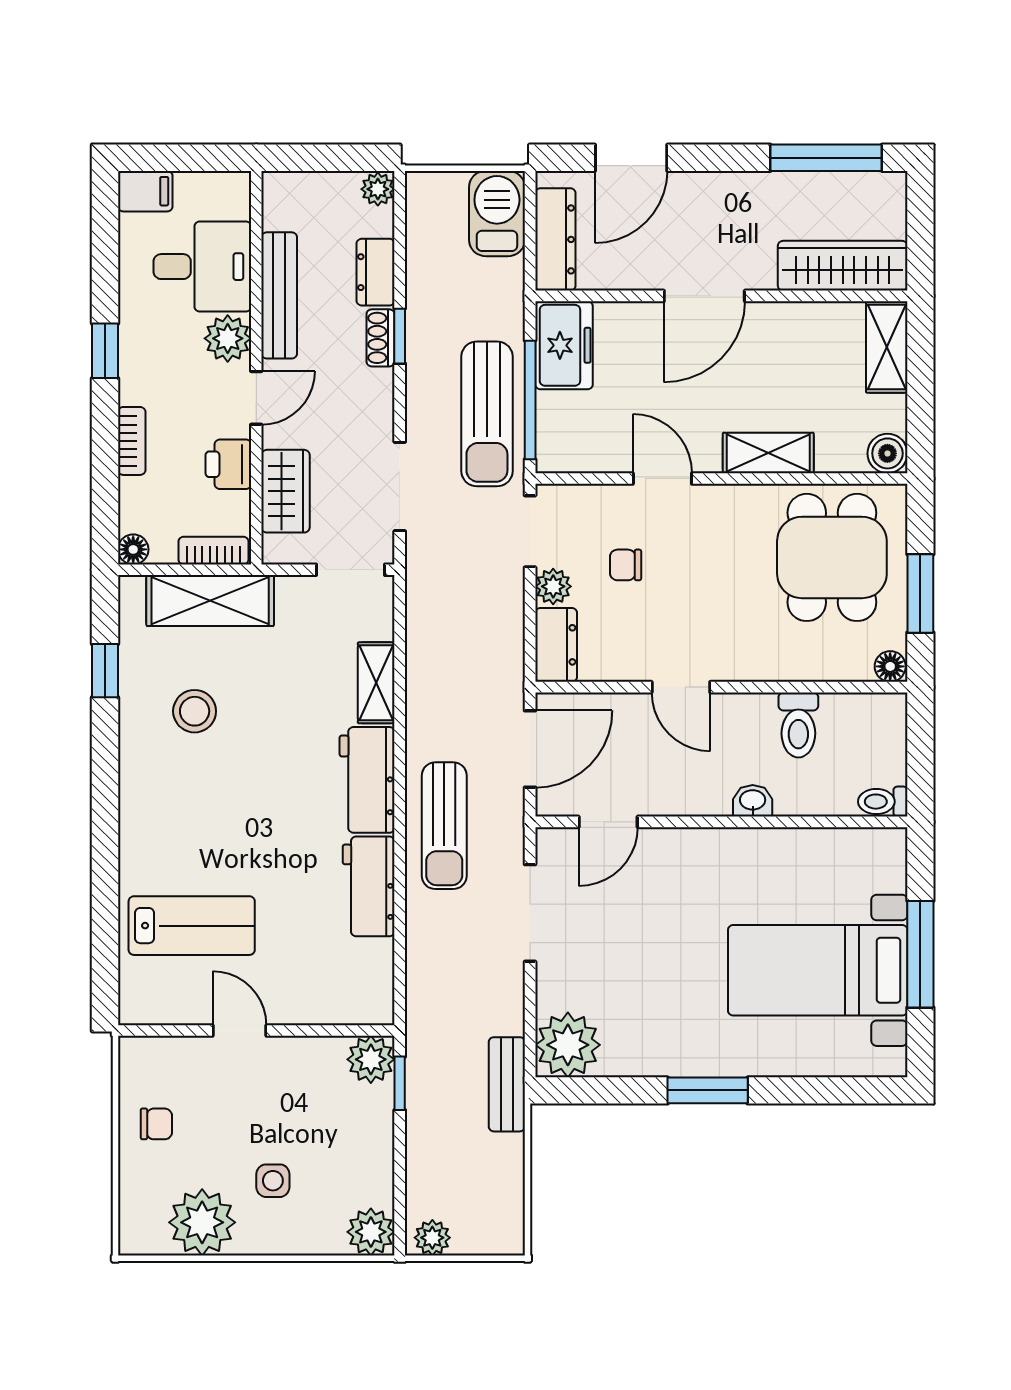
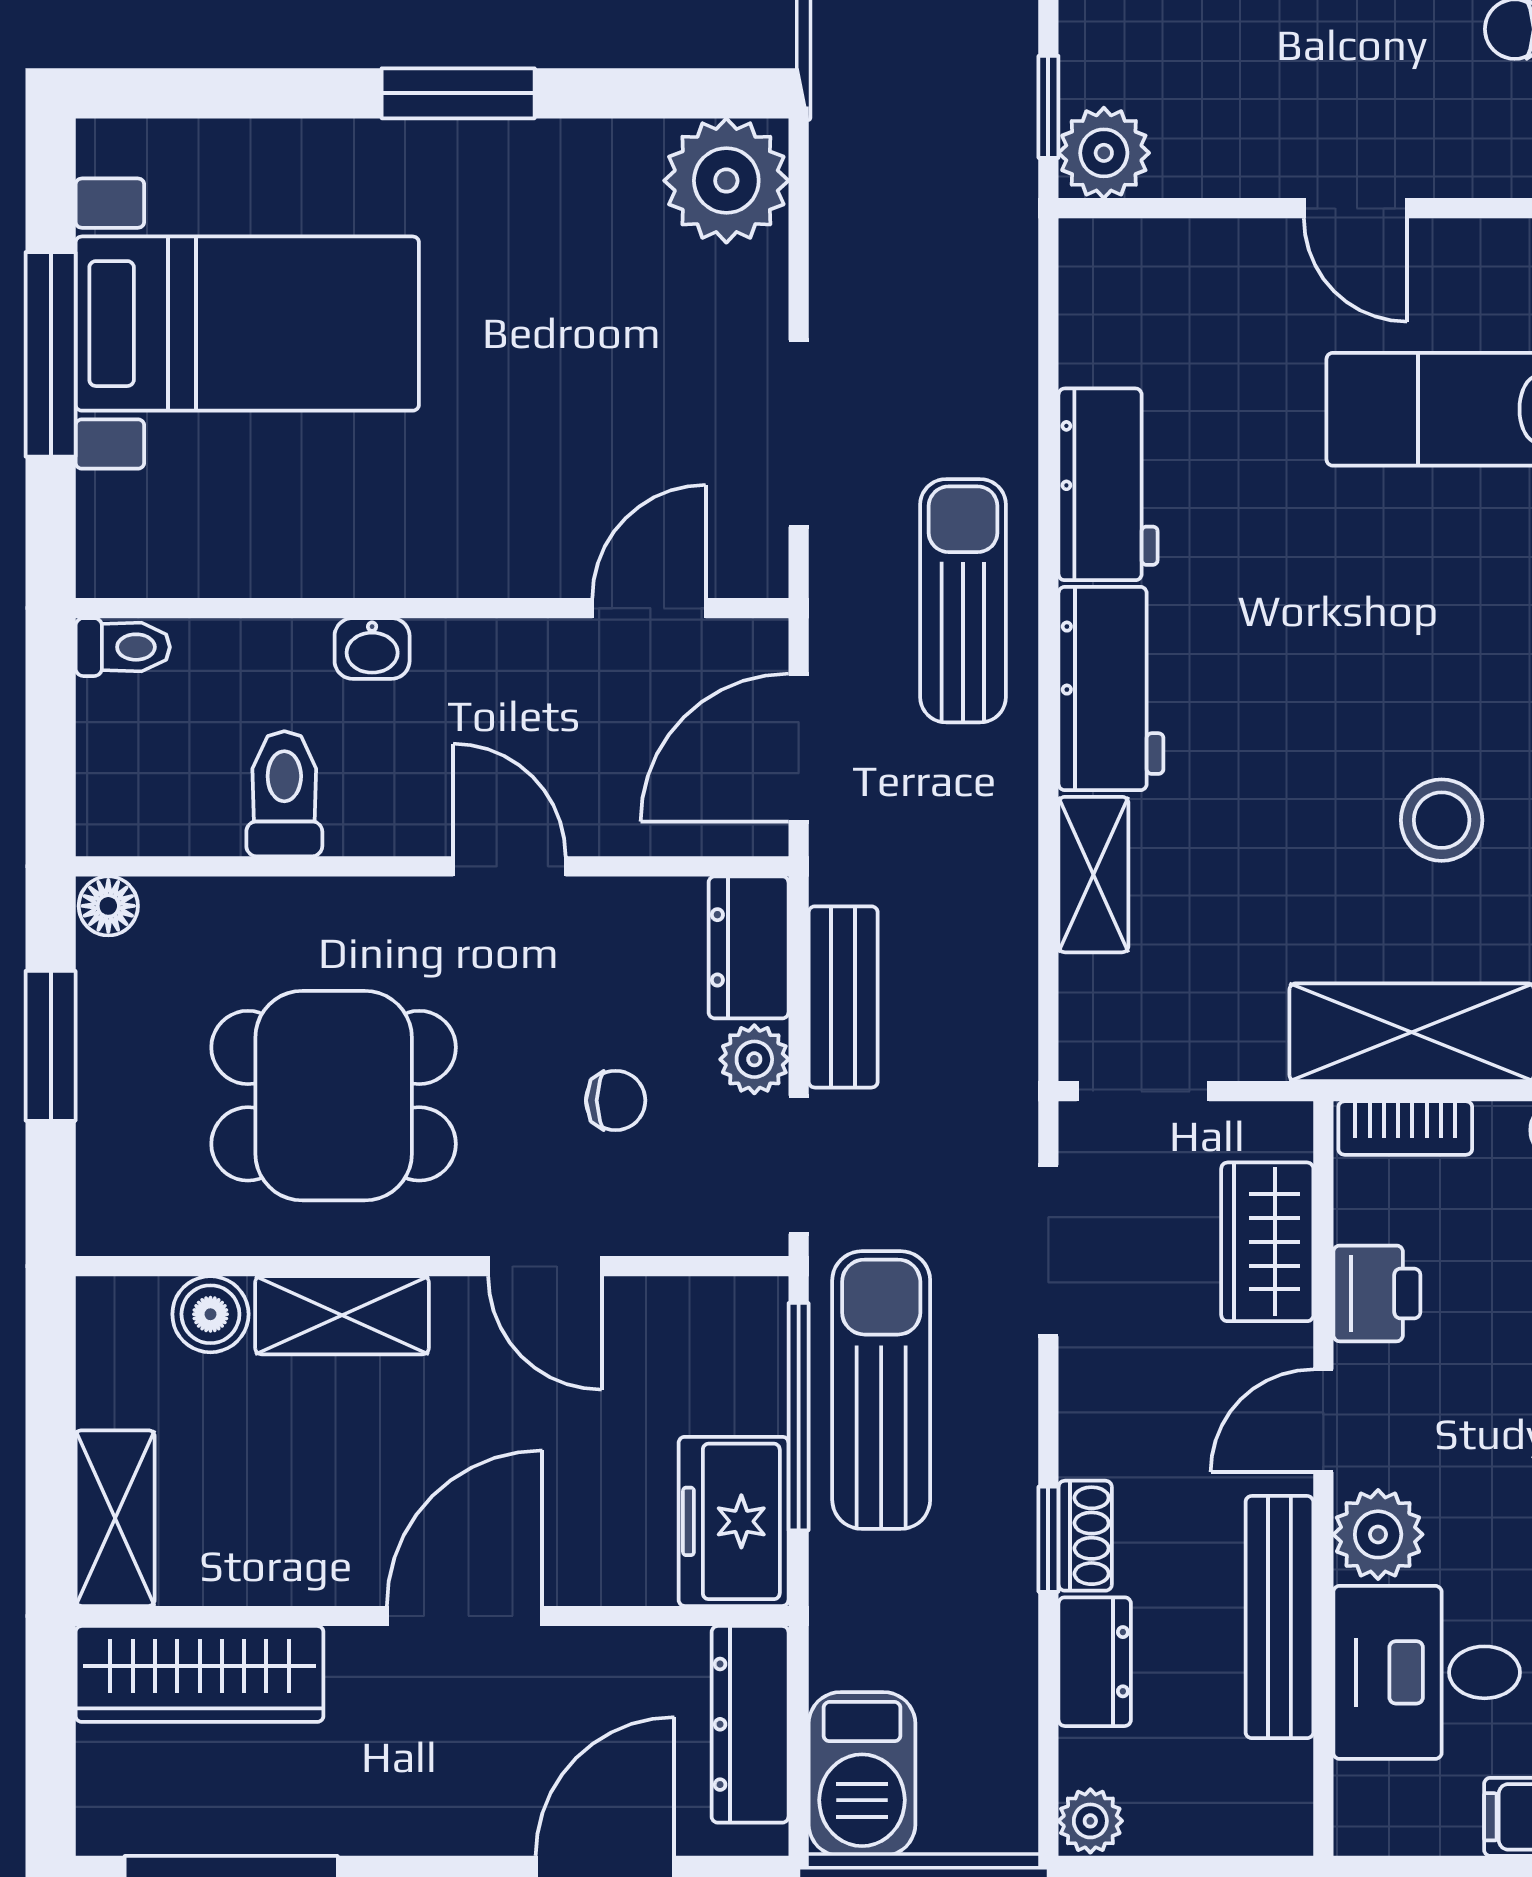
boiler: (887, 453) -> (210, 1314), moved
dining table: (832, 557) -> (334, 1096), moved, turned 90
bench: (507, 1084) -> (843, 997), moved

